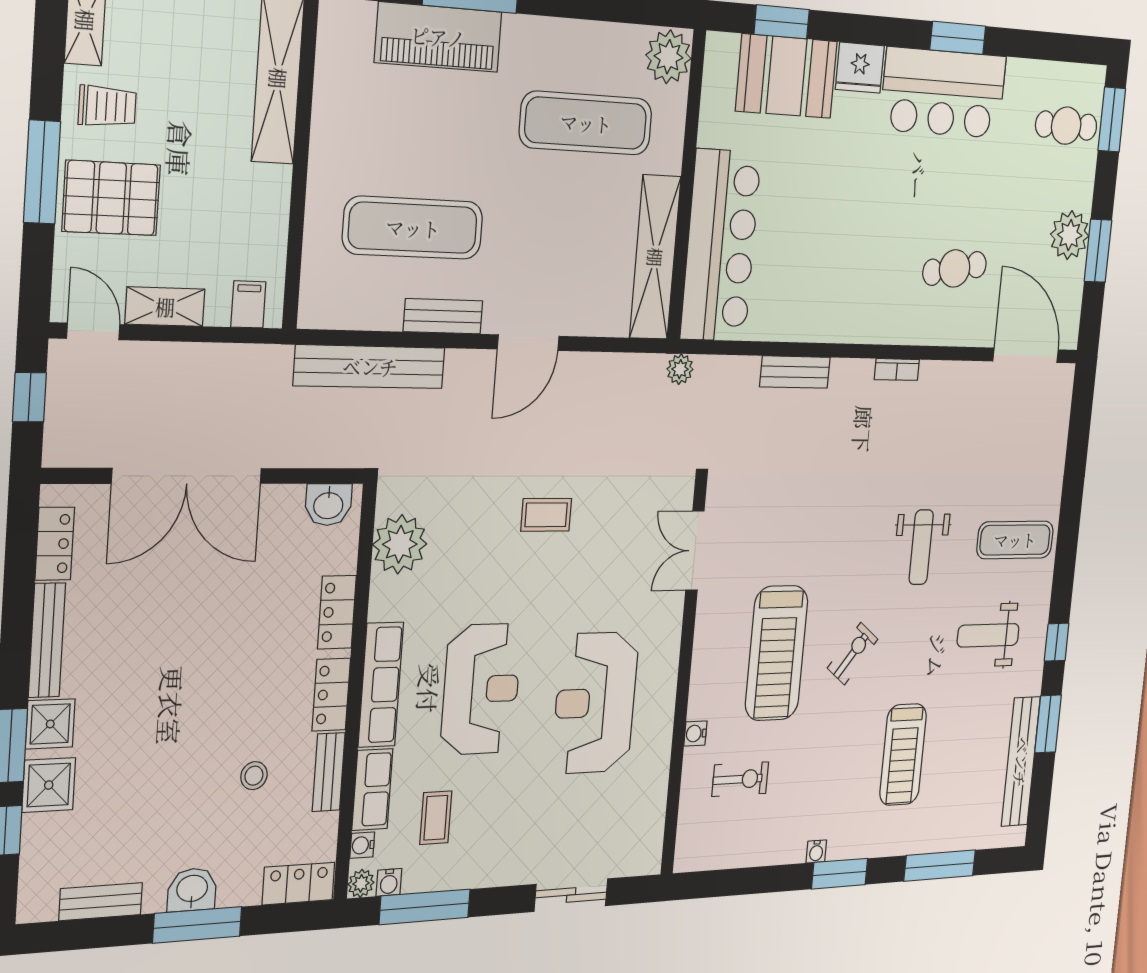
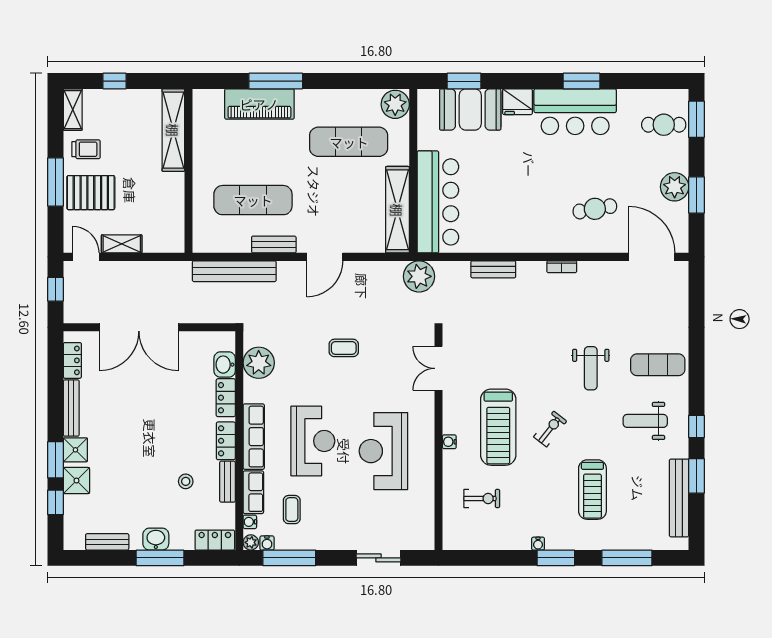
filing cabinet: (248, 304) -> (166, 242), removed
plant: (680, 369) -> (419, 276), width x1.88, depth x1.88
washbasin: (328, 504) -> (225, 365), moved, turned 90
water cooler: (695, 733) -> (449, 442), moved

